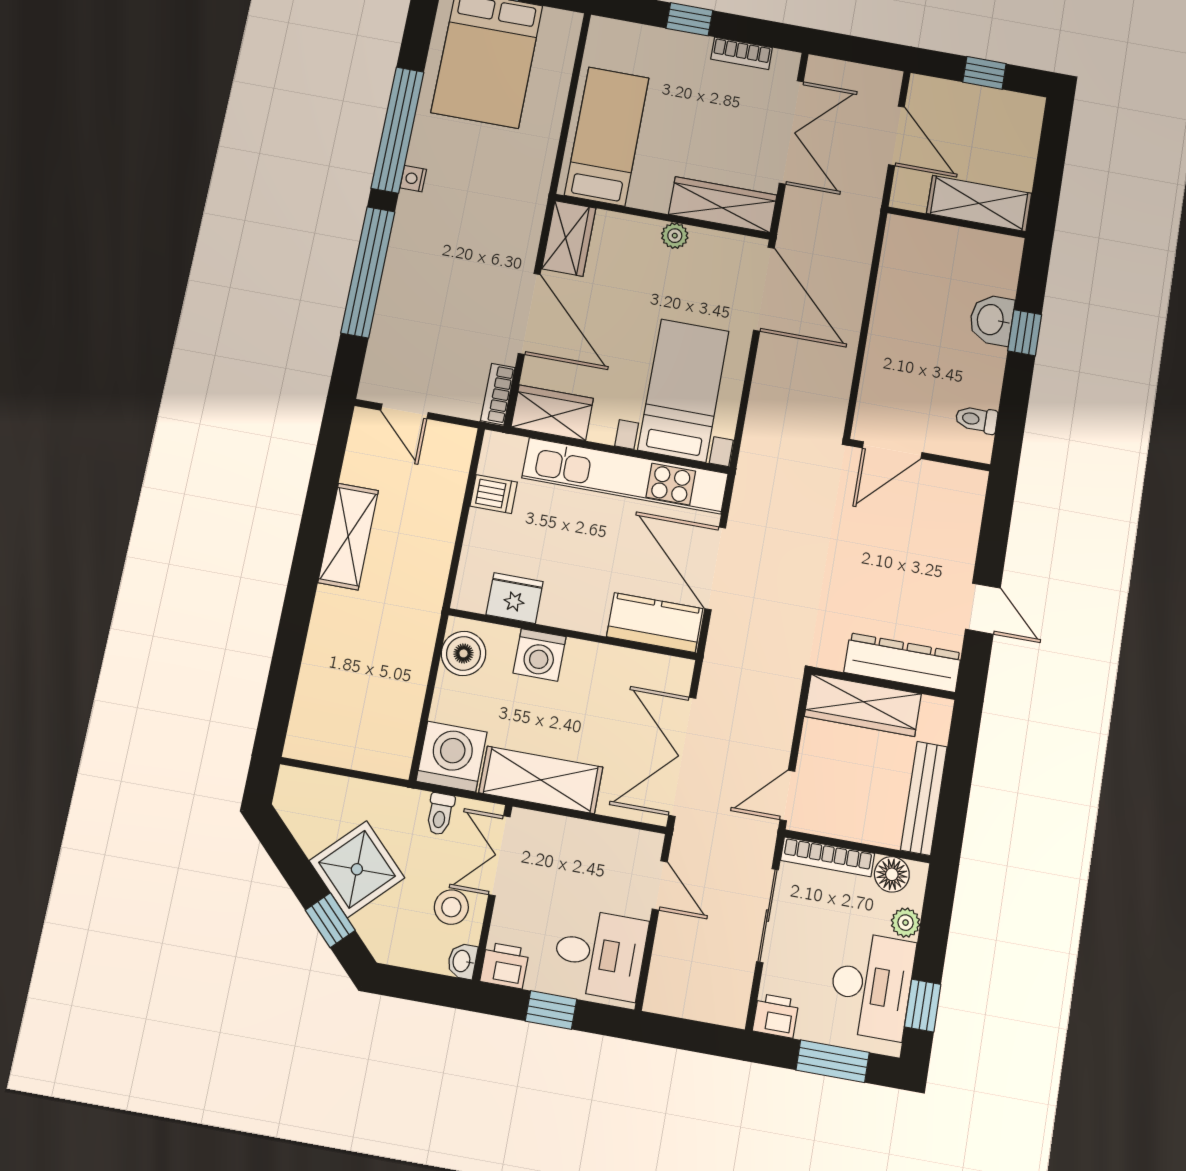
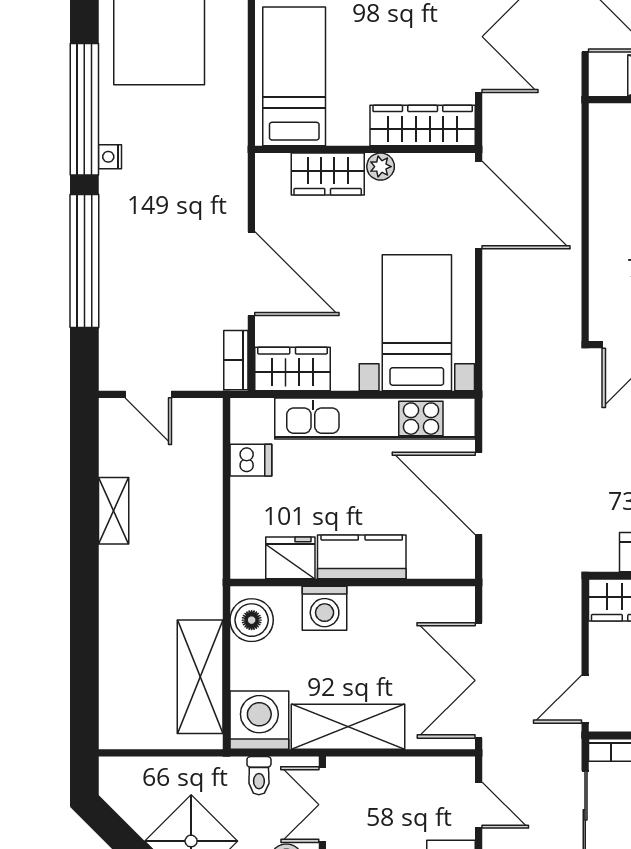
wardrobe: (569, 238) -> (328, 174), moved, turned 90
shelving: (348, 536) -> (114, 511), width x0.67, depth x0.75
kitchen counter: (655, 623) -> (362, 557), moved
shelving: (400, 701) -> (200, 677), added

